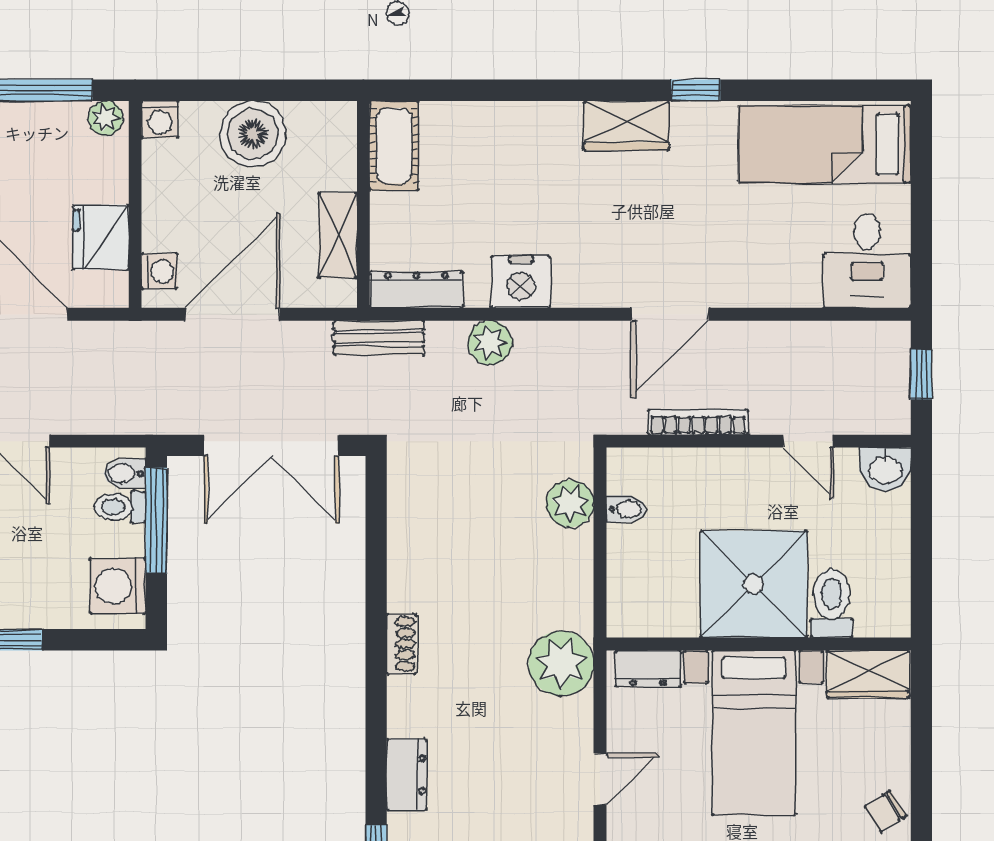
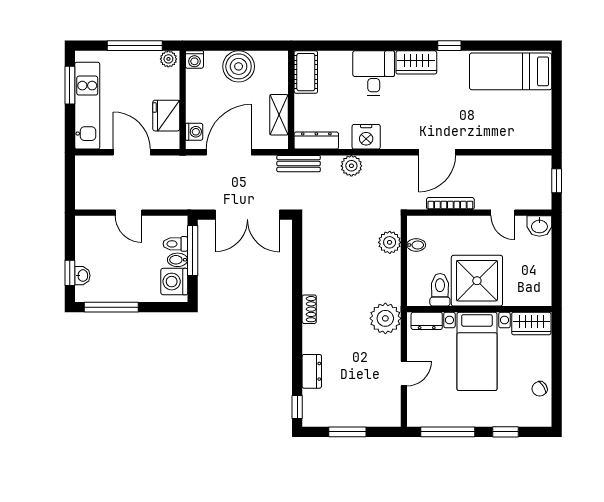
desk: (867, 261) -> (374, 73), moved, turned 180
bidet: (125, 473) -> (178, 260), moved
toilet: (832, 603) -> (440, 290), moved

